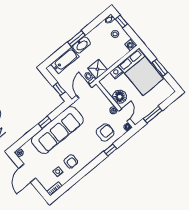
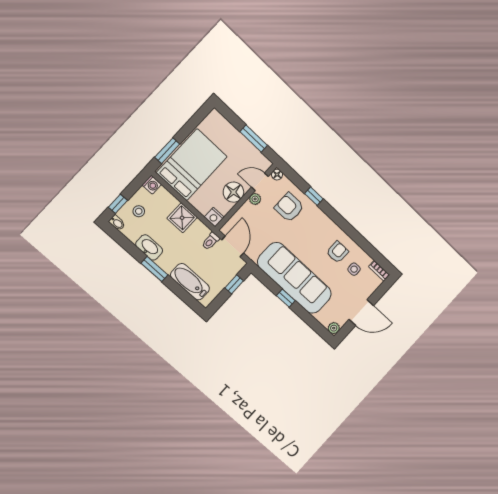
washbasin: (82, 45) -> (149, 247), moved
window: (160, 68) -> (167, 151), moved
shower: (98, 69) -> (182, 218), moved
nightstand: (116, 72) -> (214, 217), moved
door: (84, 91) -> (233, 246), swing flipped

